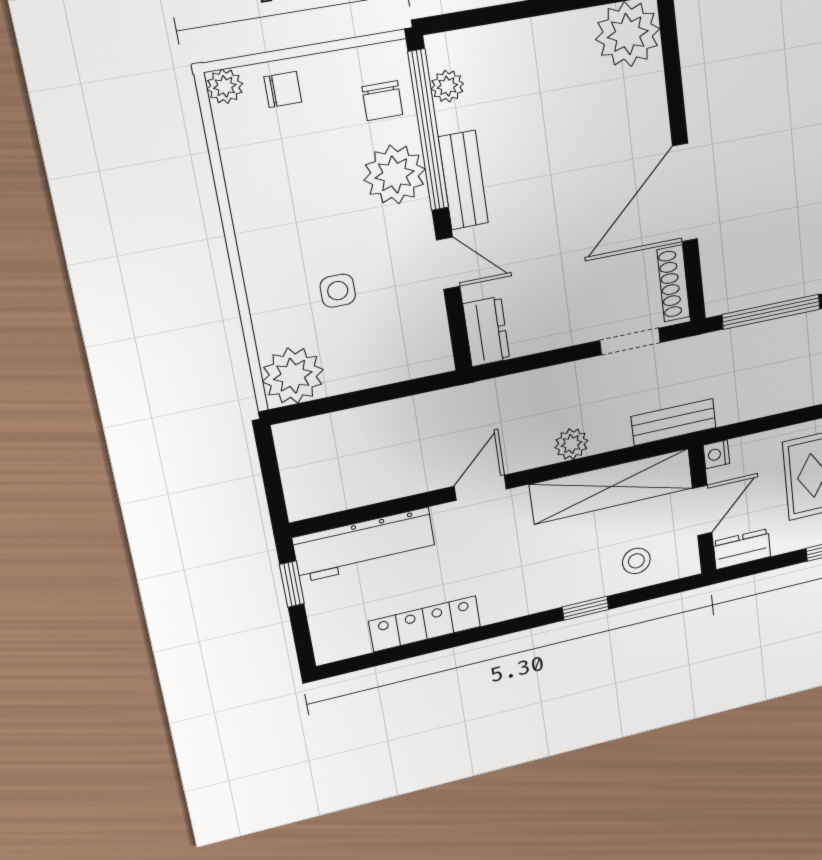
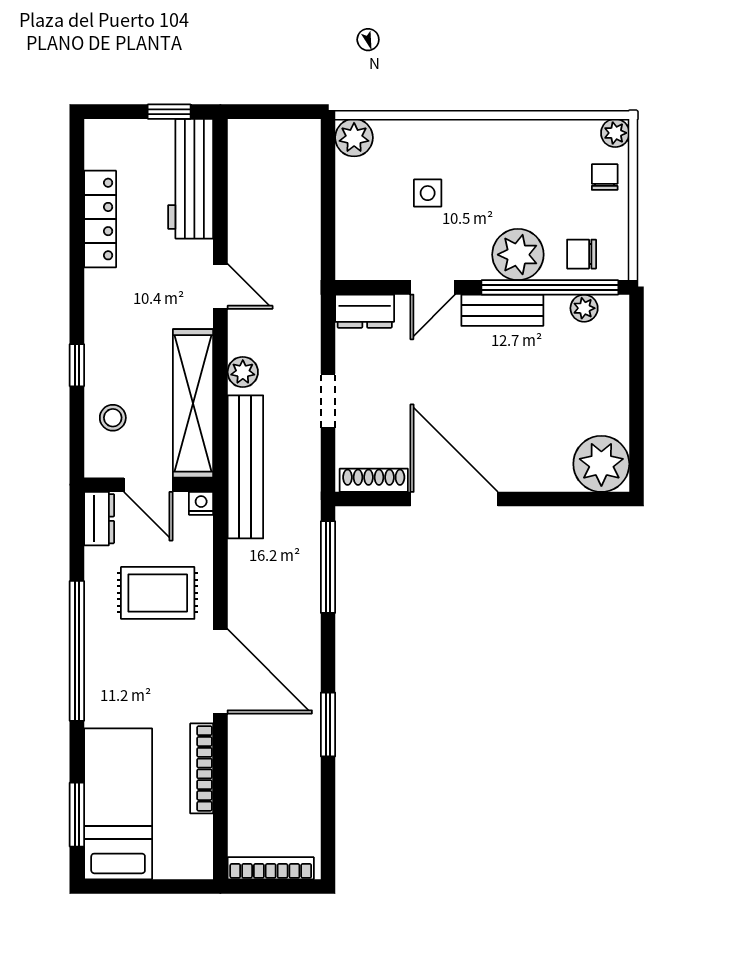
chair: (283, 89) -> (605, 177), turned 180
doorway: (630, 341) -> (328, 401), moved
plant: (293, 376) -> (354, 138), width x0.73, depth x0.73
bench: (674, 422) -> (245, 467), width x1.86, depth x1.21

